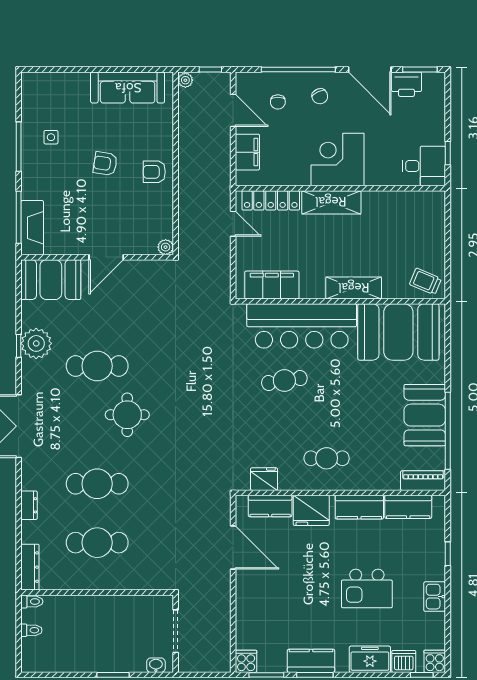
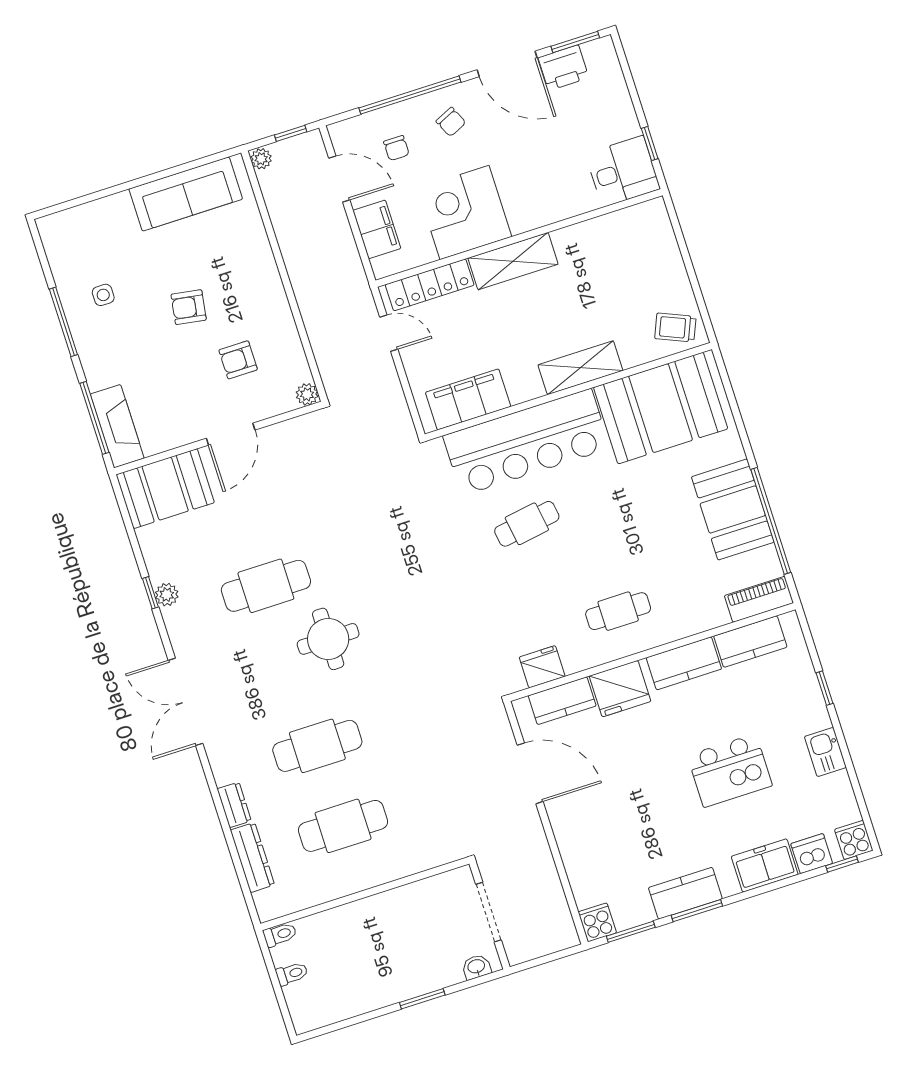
corner desk: (338, 160) -> (465, 213), moved
armchair: (154, 172) -> (238, 360), moved
plant: (36, 343) -> (167, 595), width x0.53, depth x0.53
dresser: (30, 567) -> (252, 858), moved

